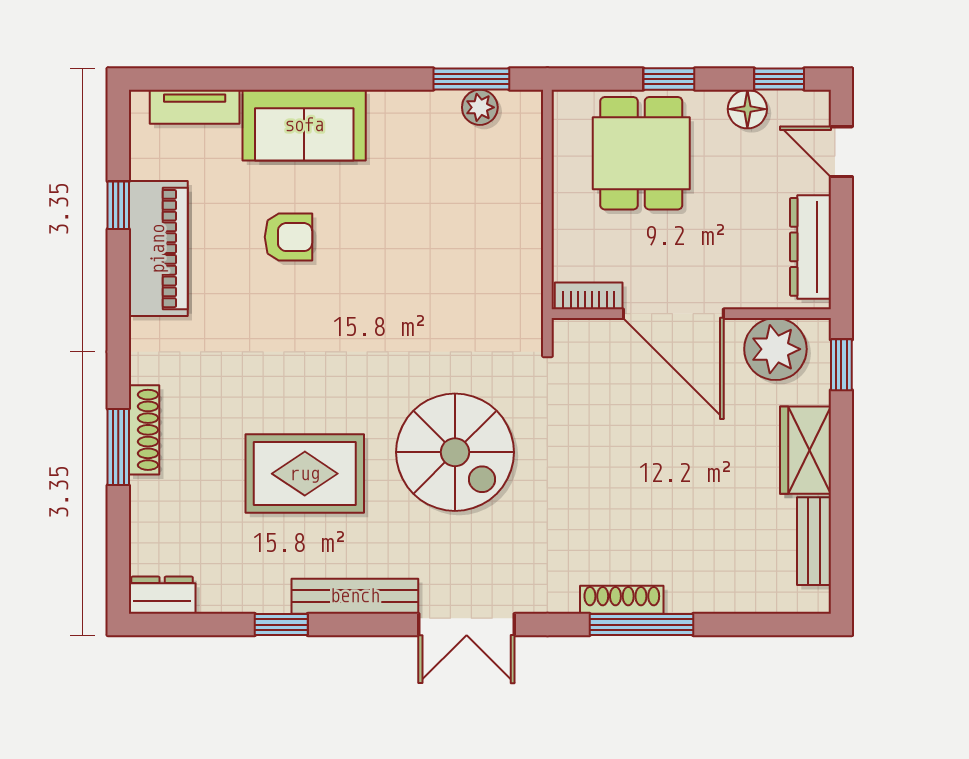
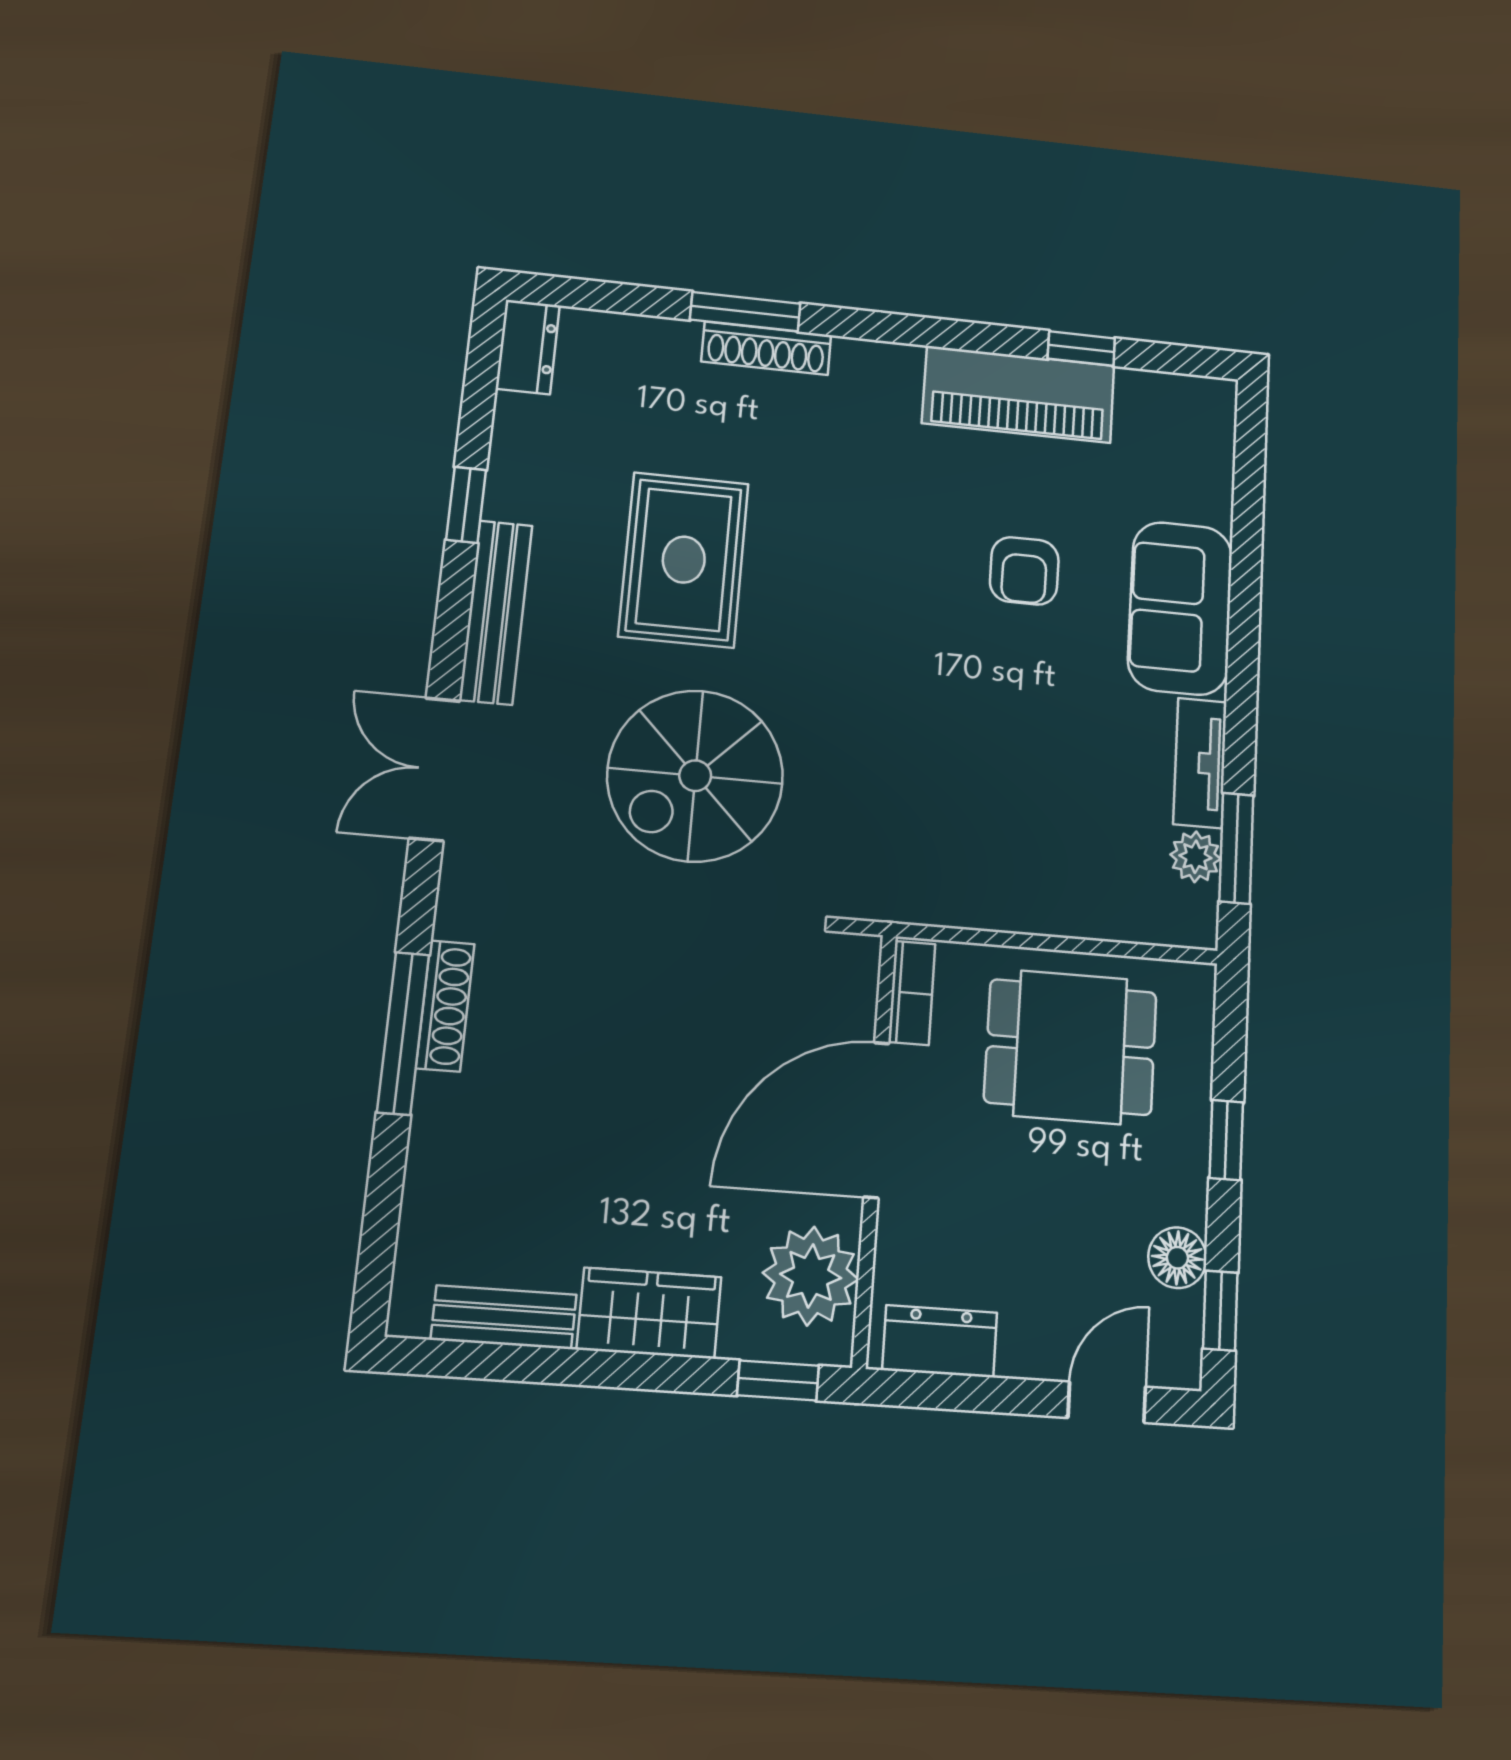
tv unit: (195, 107) -> (1200, 763), moved
dining table: (641, 153) -> (1071, 1047), moved
dresser: (810, 247) -> (940, 1341), width x0.70

